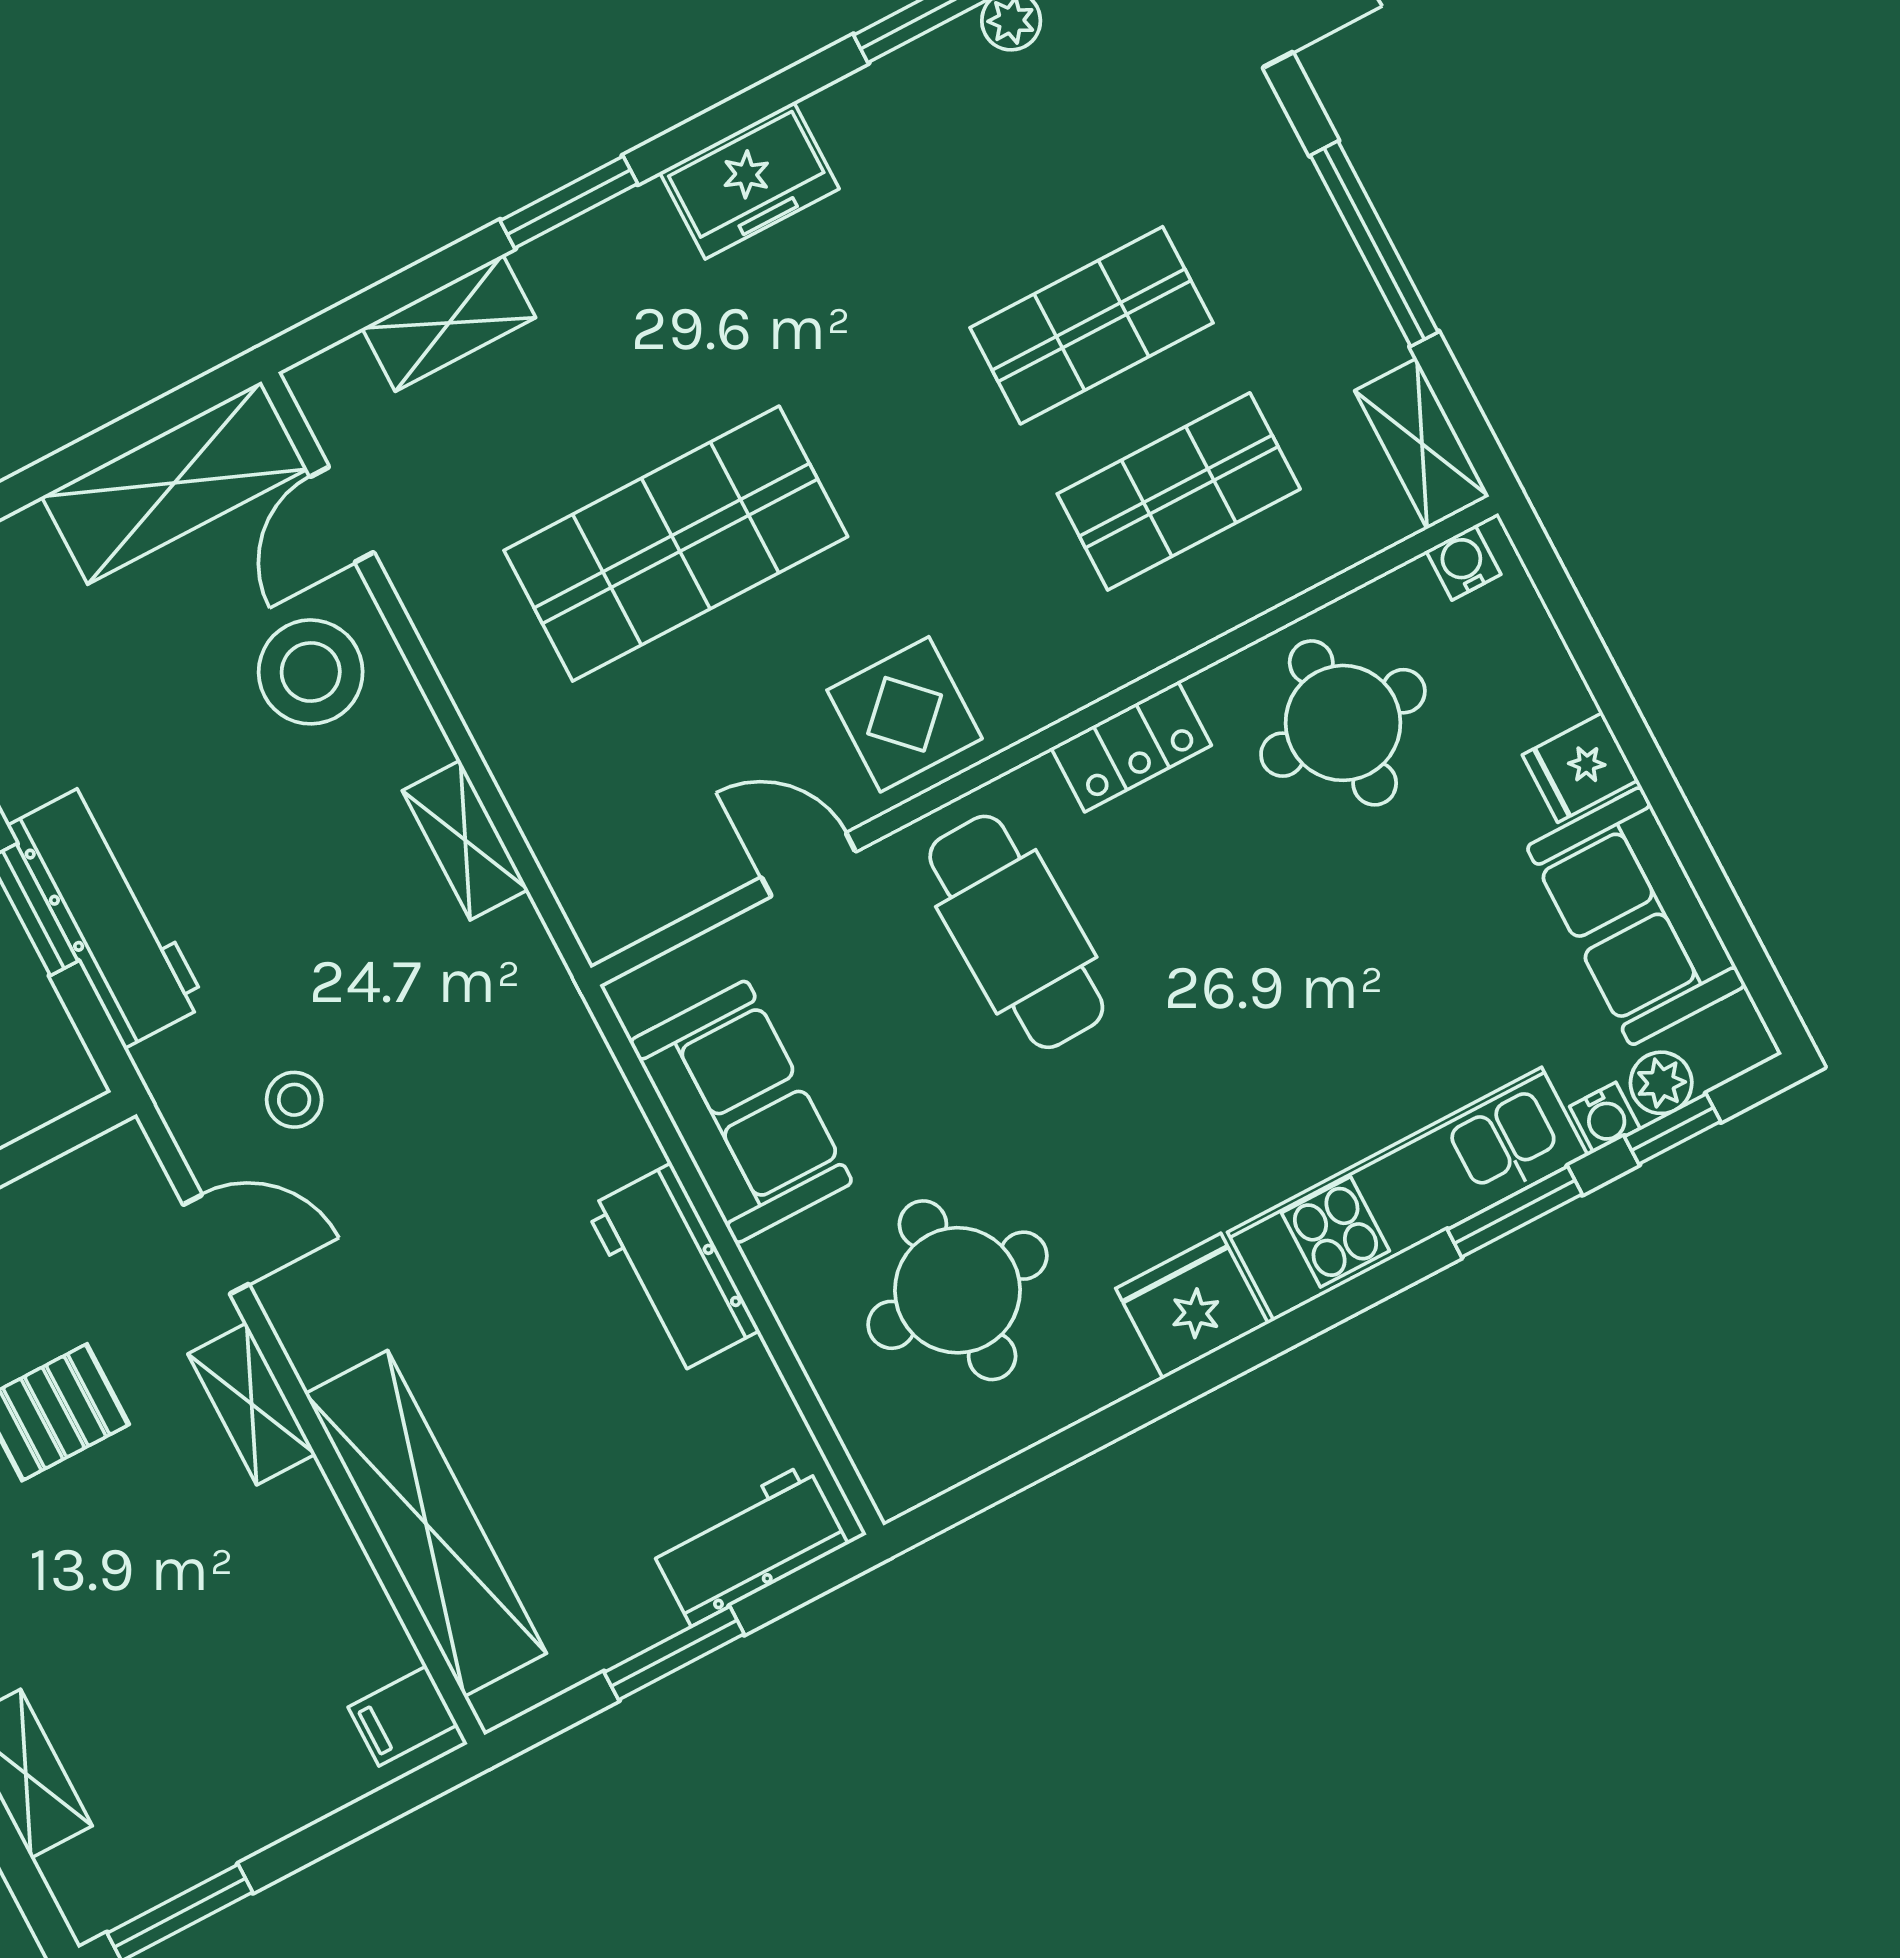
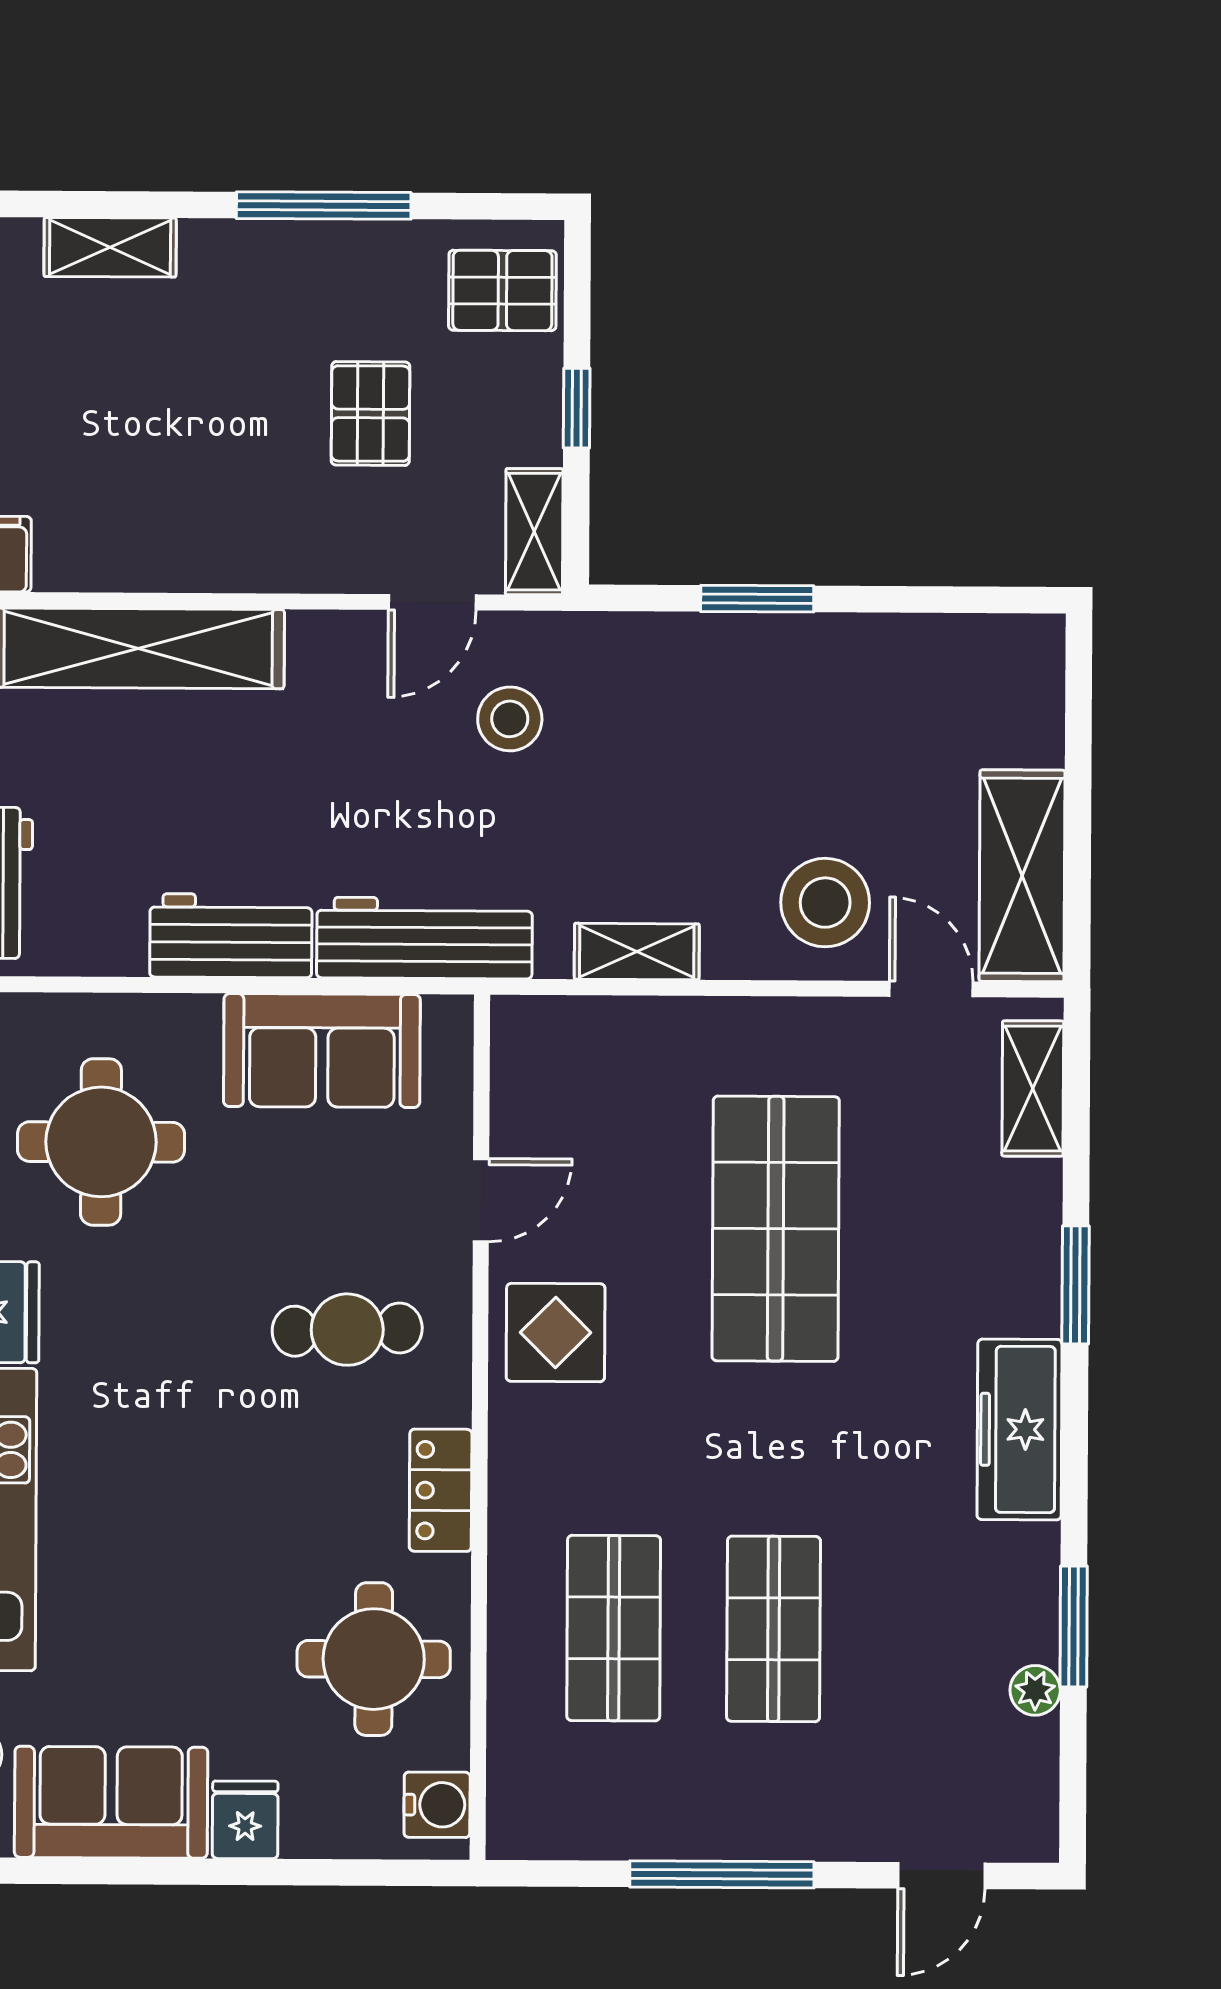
freezer: (749, 180) -> (1019, 1429), width x1.40
shelving: (449, 323) -> (1033, 1088), moved
shelving: (1422, 444) -> (552, 1830), removed
water cooler: (1463, 563) -> (437, 1805), width x1.38, depth x1.38
workbench: (107, 915) -> (424, 938), moved, turned 180
cafe table: (1016, 932) -> (347, 1330), width x0.73, depth x0.74
stool: (294, 1100) -> (510, 719), width x1.37, depth x1.37
shelving: (252, 1404) -> (534, 532), moved, turned 90

